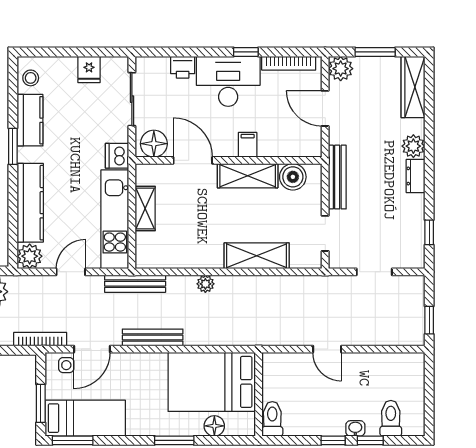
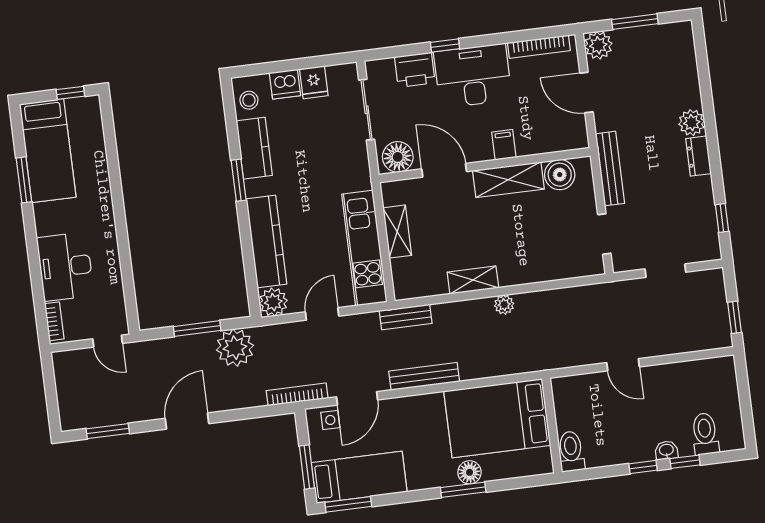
window: (246, 52) -> (445, 46), moved
printer: (183, 67) -> (415, 70), width x1.36, depth x1.24
wardrobe: (413, 87) -> (683, 56), removed
dishwasher: (117, 156) -> (285, 84), moved, turned -90
shelving: (257, 256) -> (473, 280), moved, width x0.67, depth x0.75
bench: (135, 284) -> (406, 317), width x0.73
plant: (205, 284) -> (504, 305), moved
floor lamp: (214, 426) -> (469, 472), moved

